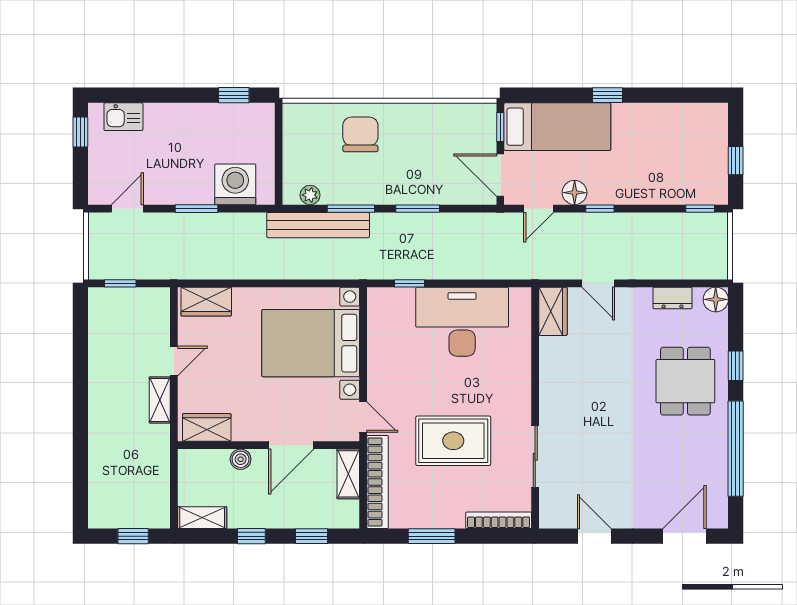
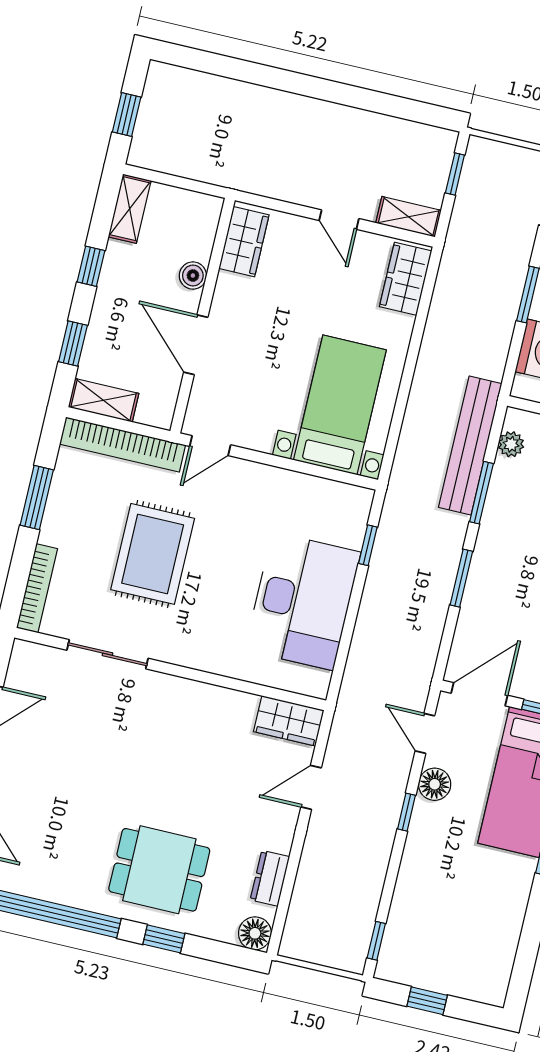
bed with nightstands: (311, 343) -> (340, 405), width x0.73
shelving: (160, 400) -> (409, 217), moved
shelving: (348, 474) -> (103, 400), moved

